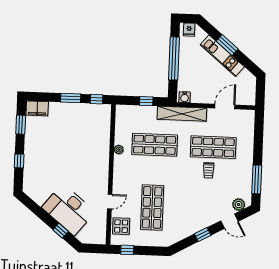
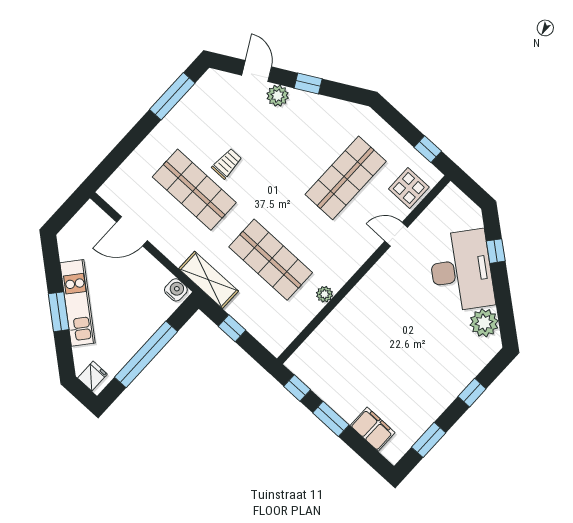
filing cabinet: (37, 108) -> (373, 429), moved
shelving: (182, 114) -> (209, 280), width x0.68
plant: (39, 195) -> (484, 323), added
plant: (239, 205) -> (278, 96), moved

